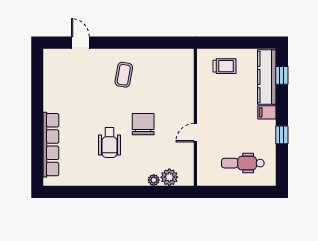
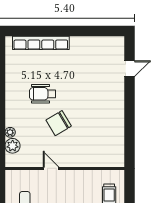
coffee table: (124, 75) -> (102, 106), removed
chair: (143, 124) -> (59, 123), turned 149

